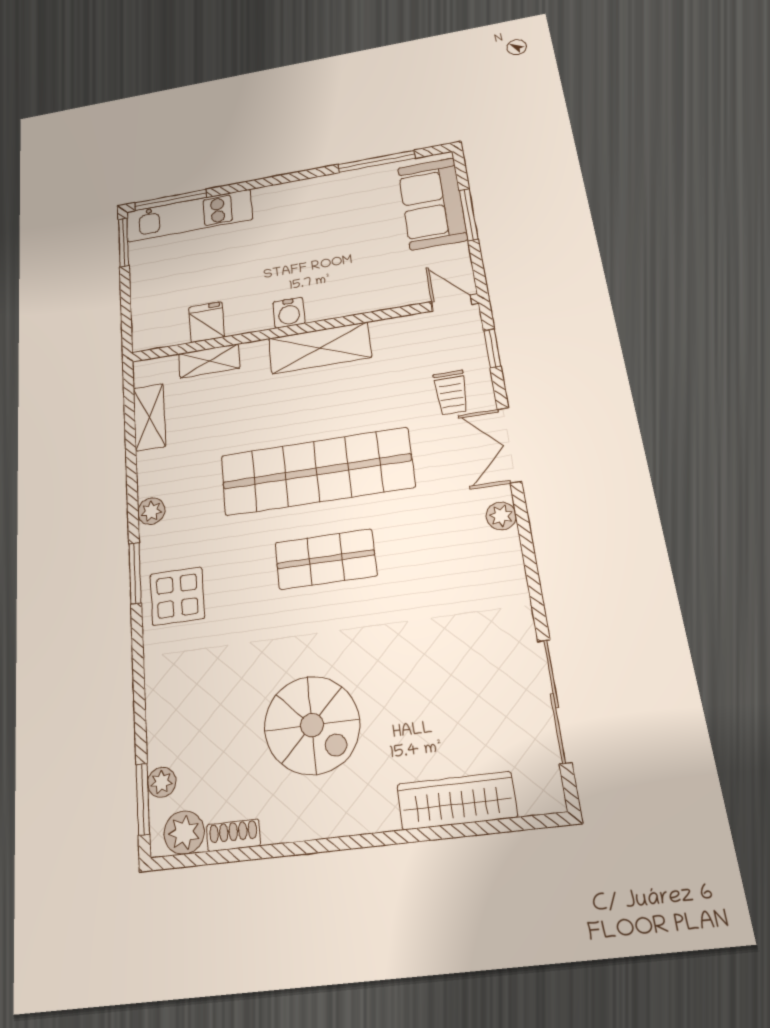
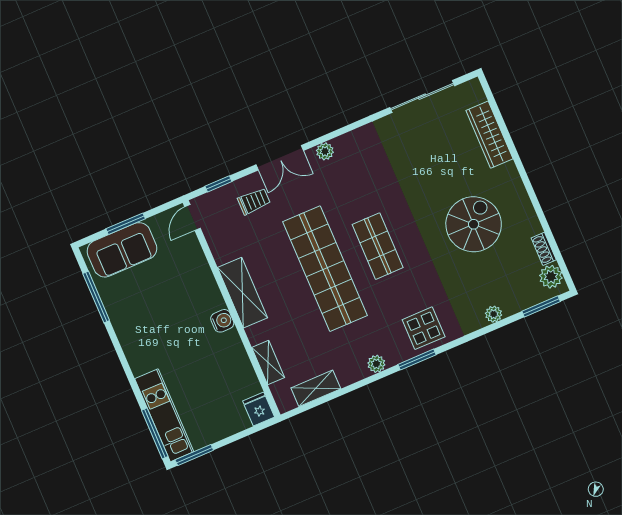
fridge: (207, 322) -> (259, 409), moved, turned 90
plant: (162, 782) -> (494, 314), moved

